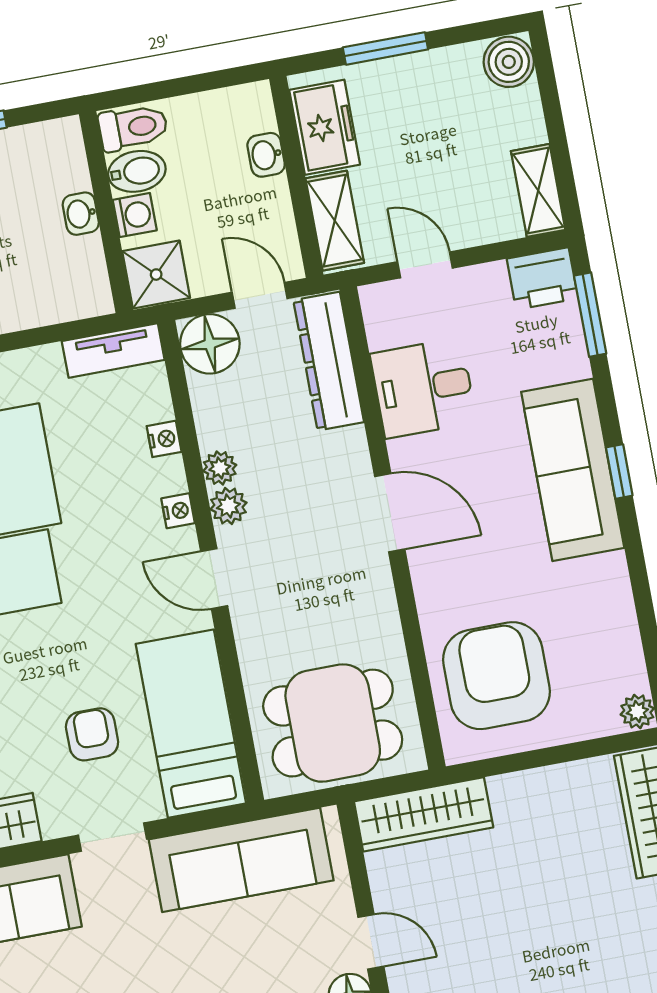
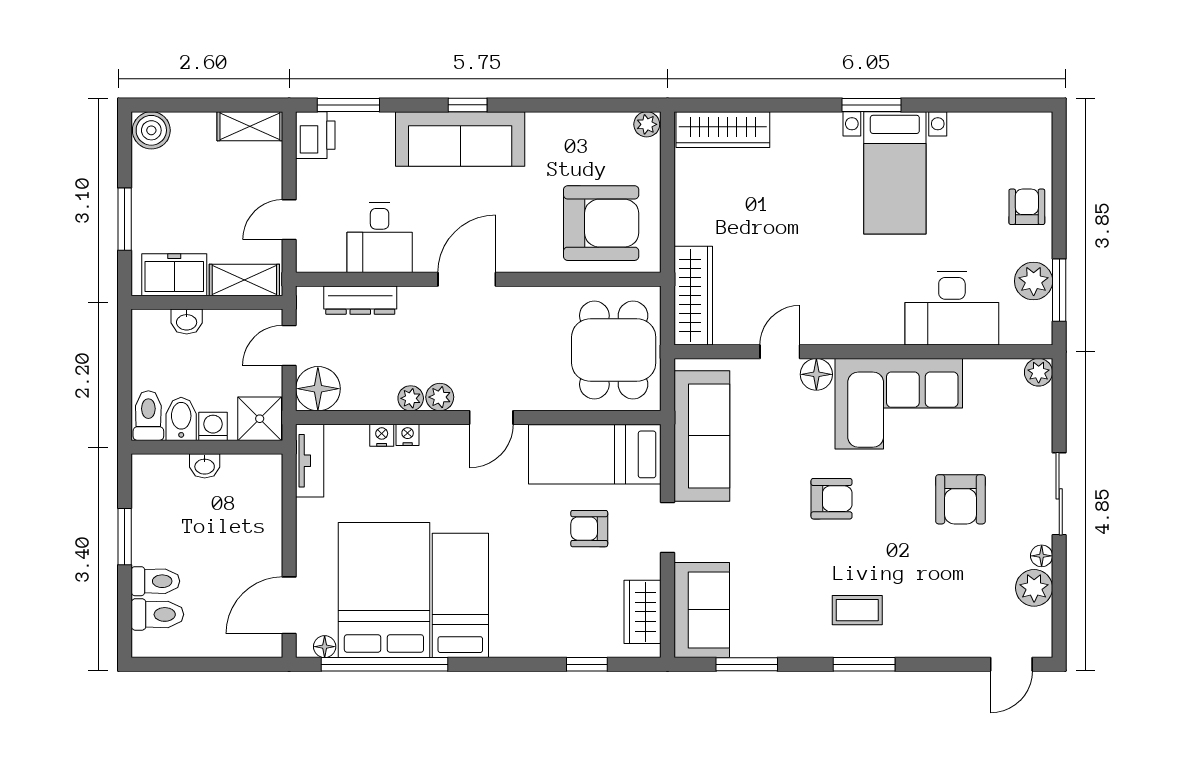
dresser: (329, 361) -> (360, 300), width x0.73, depth x0.80
nightstand: (178, 511) -> (408, 435), moved
armchair: (496, 676) -> (601, 223), turned 180

